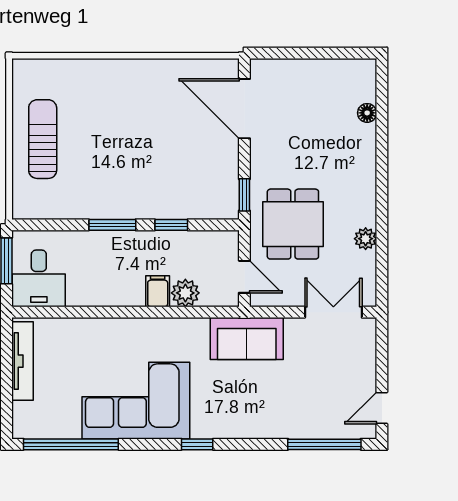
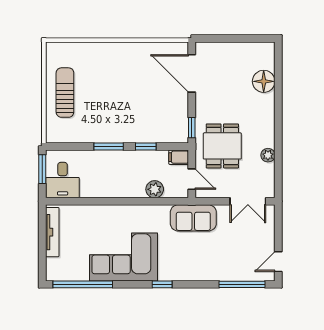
floor lamp: (367, 113) -> (264, 81), width x1.89, depth x1.89
filing cabinet: (158, 291) -> (179, 157), moved, turned -90
double door: (333, 312) -> (248, 201), swing flipped

